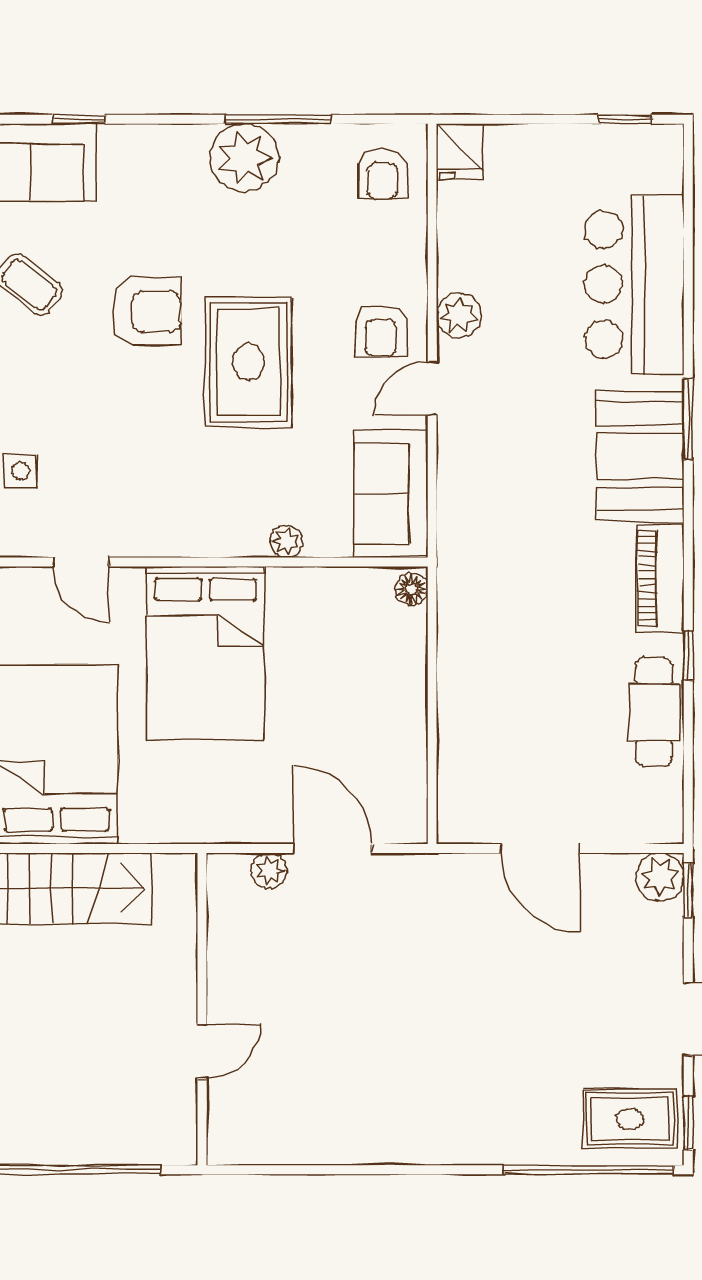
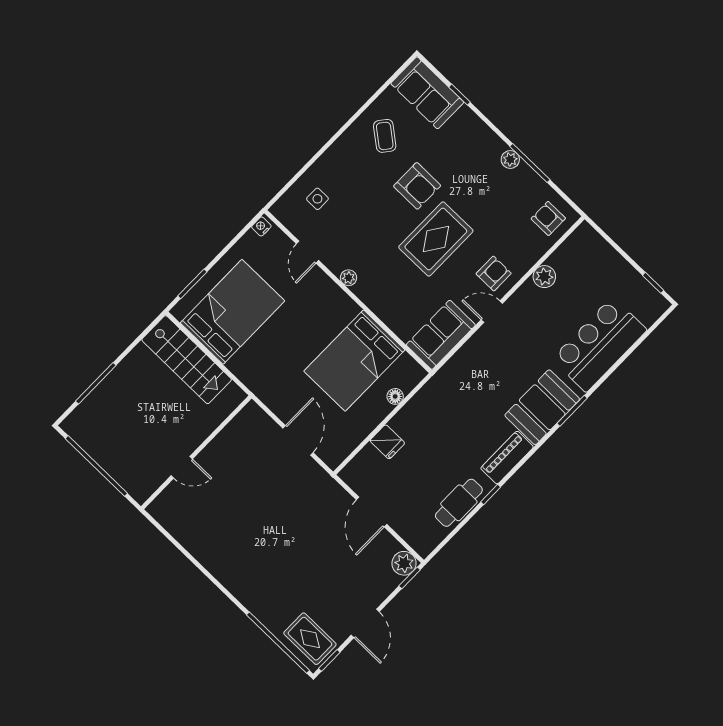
fridge: (460, 151) -> (387, 442), moved, turned -90
plant: (244, 158) -> (510, 160), width x0.53, depth x0.53
armchair: (383, 174) -> (548, 218), turned 90
plant: (459, 315) -> (544, 277), moved
armchair: (381, 331) -> (494, 274), turned 180
plant: (286, 541) -> (348, 278), moved
floor lamp: (412, 589) -> (395, 396), moved
bed: (206, 653) -> (354, 361), moved
plant: (270, 871) -> (268, 427), removed

